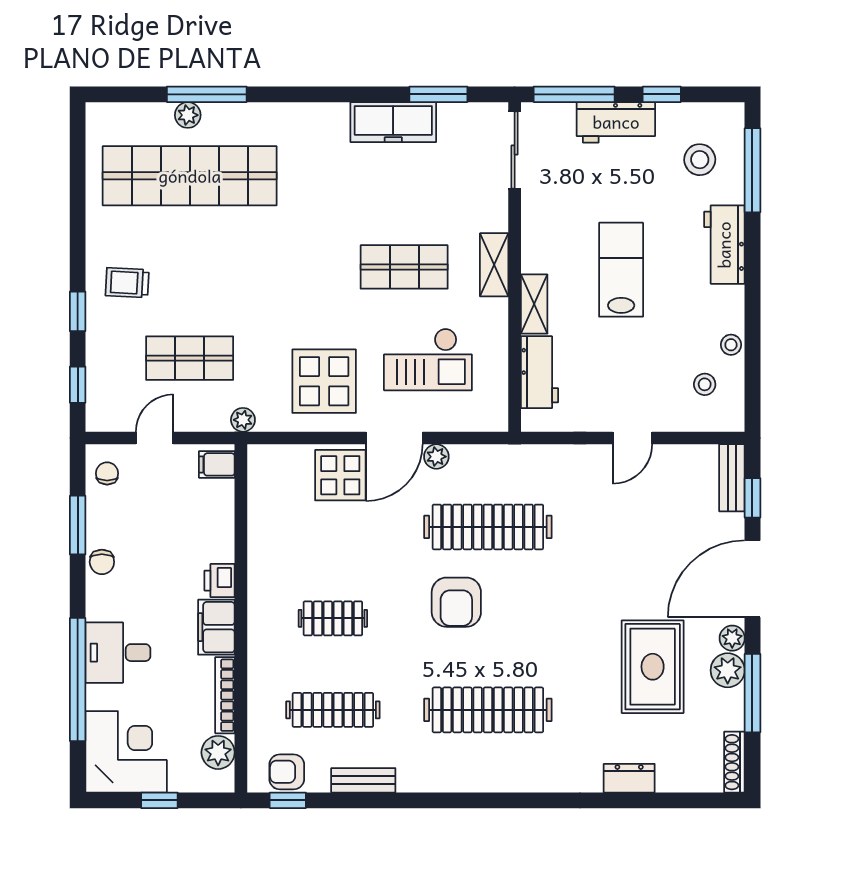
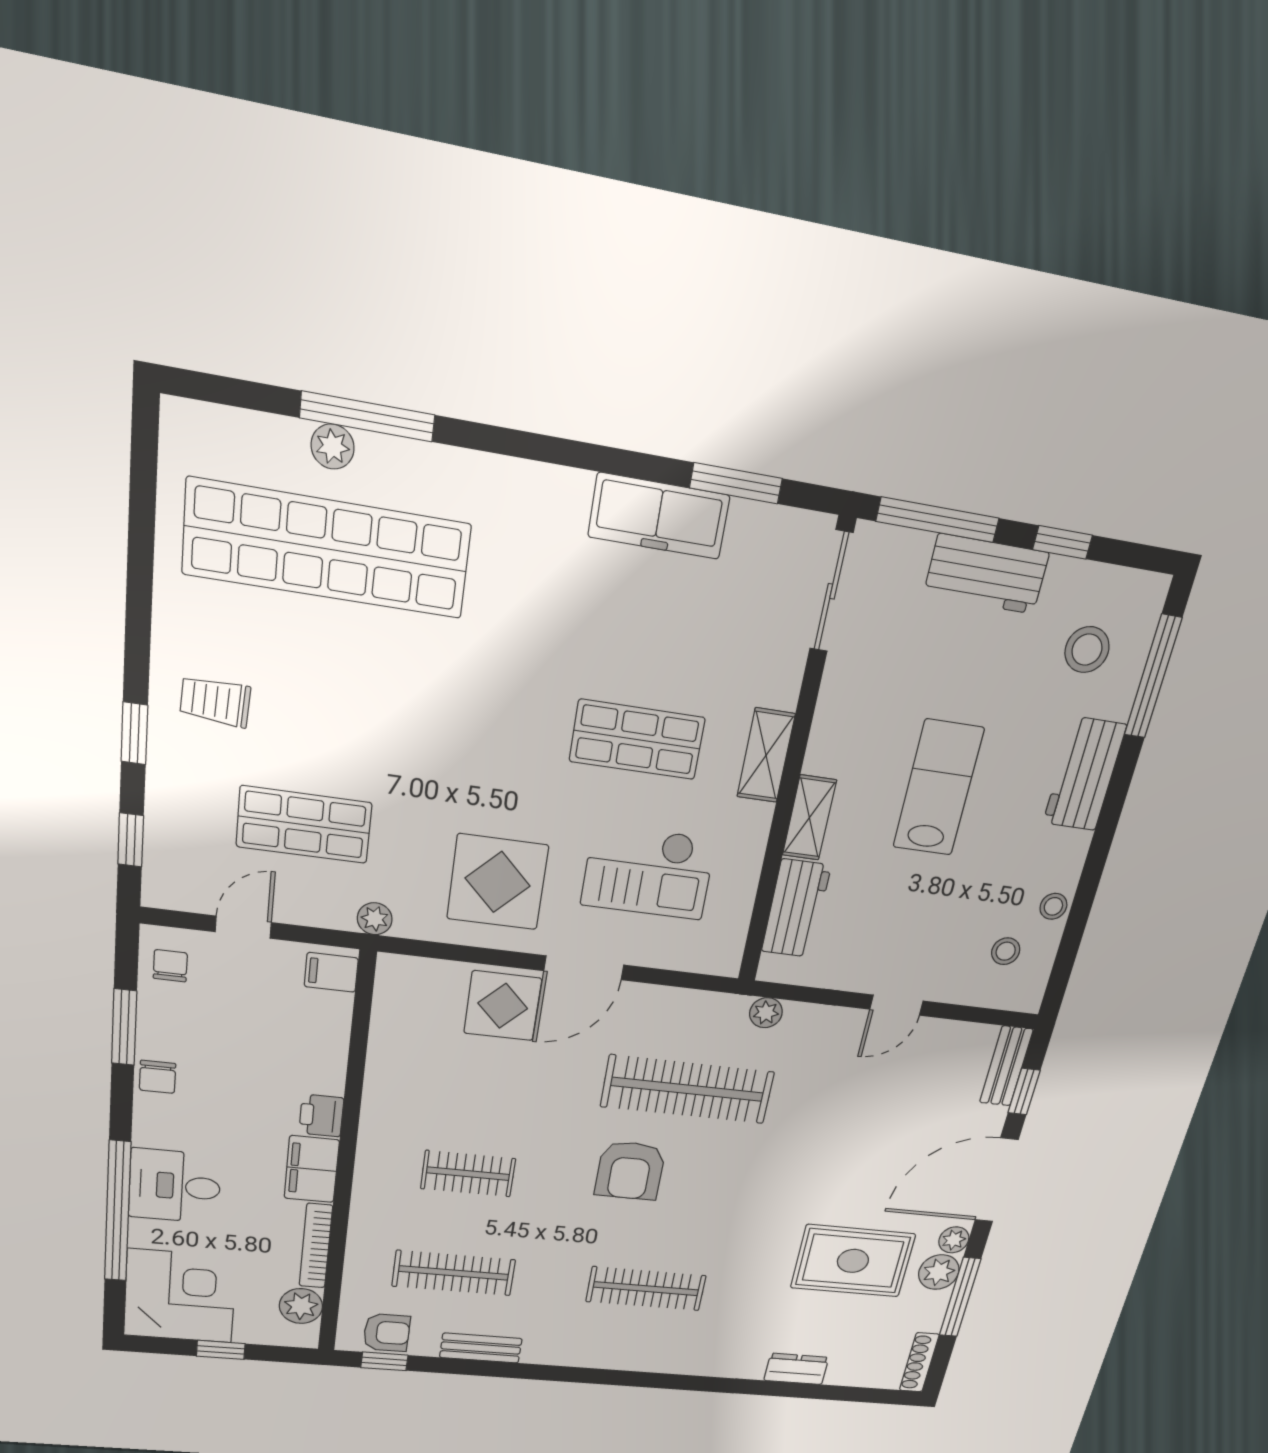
plant: (436, 457) -> (766, 1013), moved
rug: (653, 667) -> (853, 1261), turned 90
clothes rail: (488, 710) -> (646, 1289), width x0.73, depth x0.76
armchair: (287, 772) -> (387, 1333), turned 180

